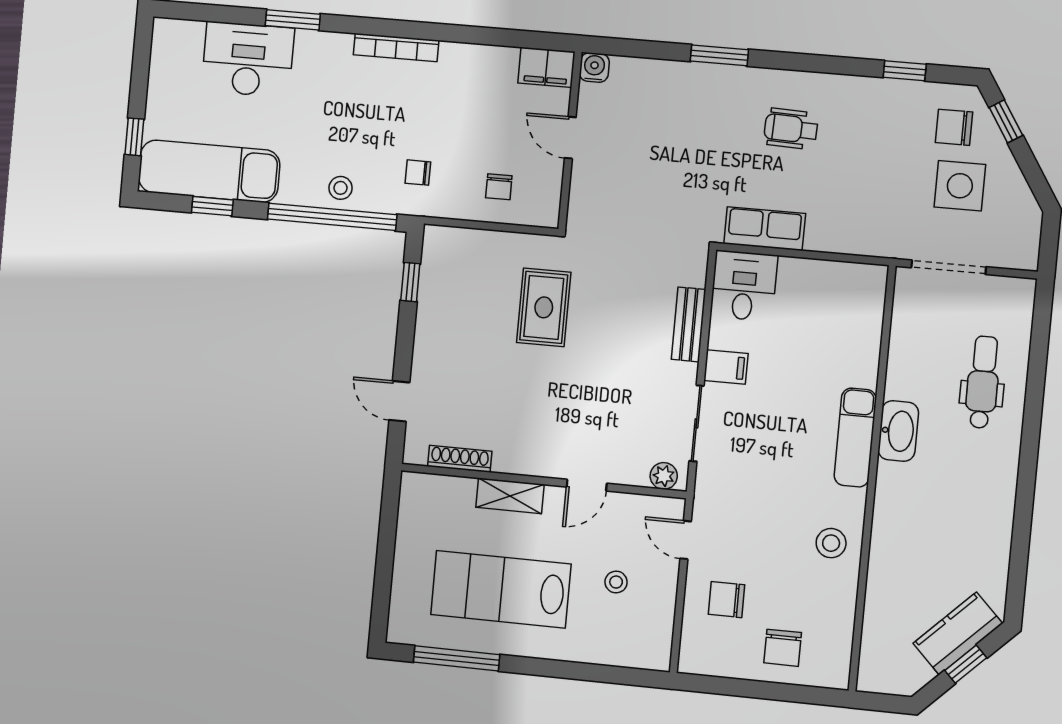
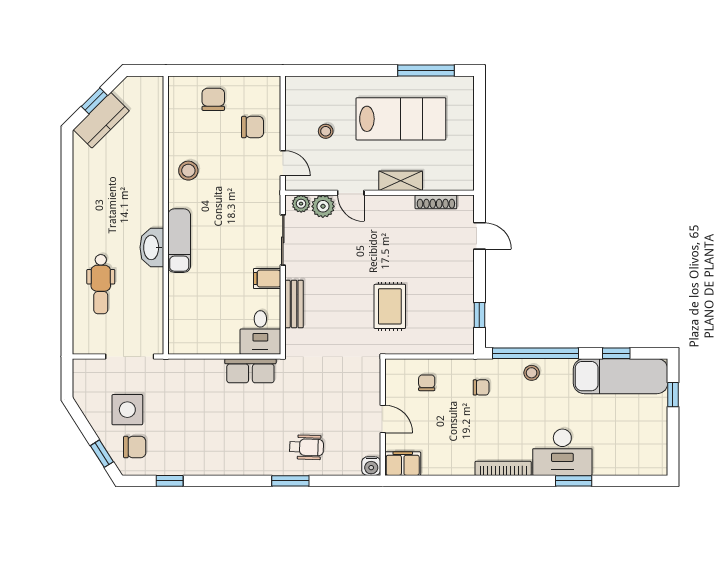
desk: (248, 59) -> (562, 452), moved
wheelchair: (791, 129) -> (306, 447), moved
plant: (631, 469) -> (323, 206), added
door: (587, 485) -> (351, 193), swing flipped

